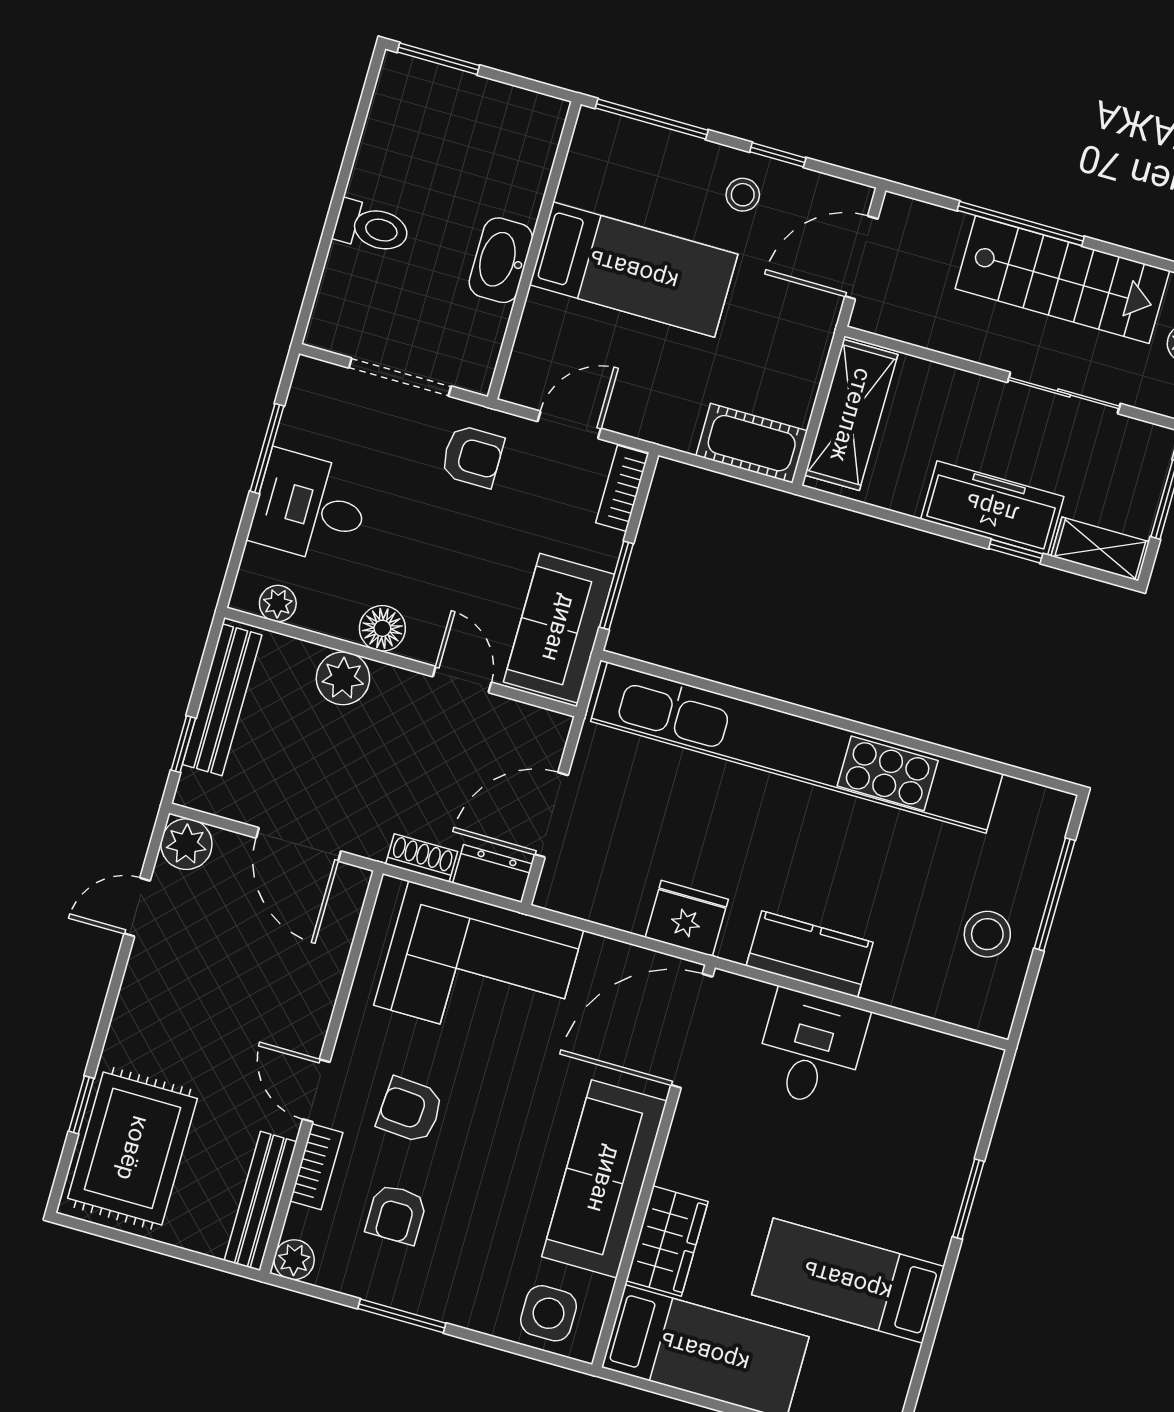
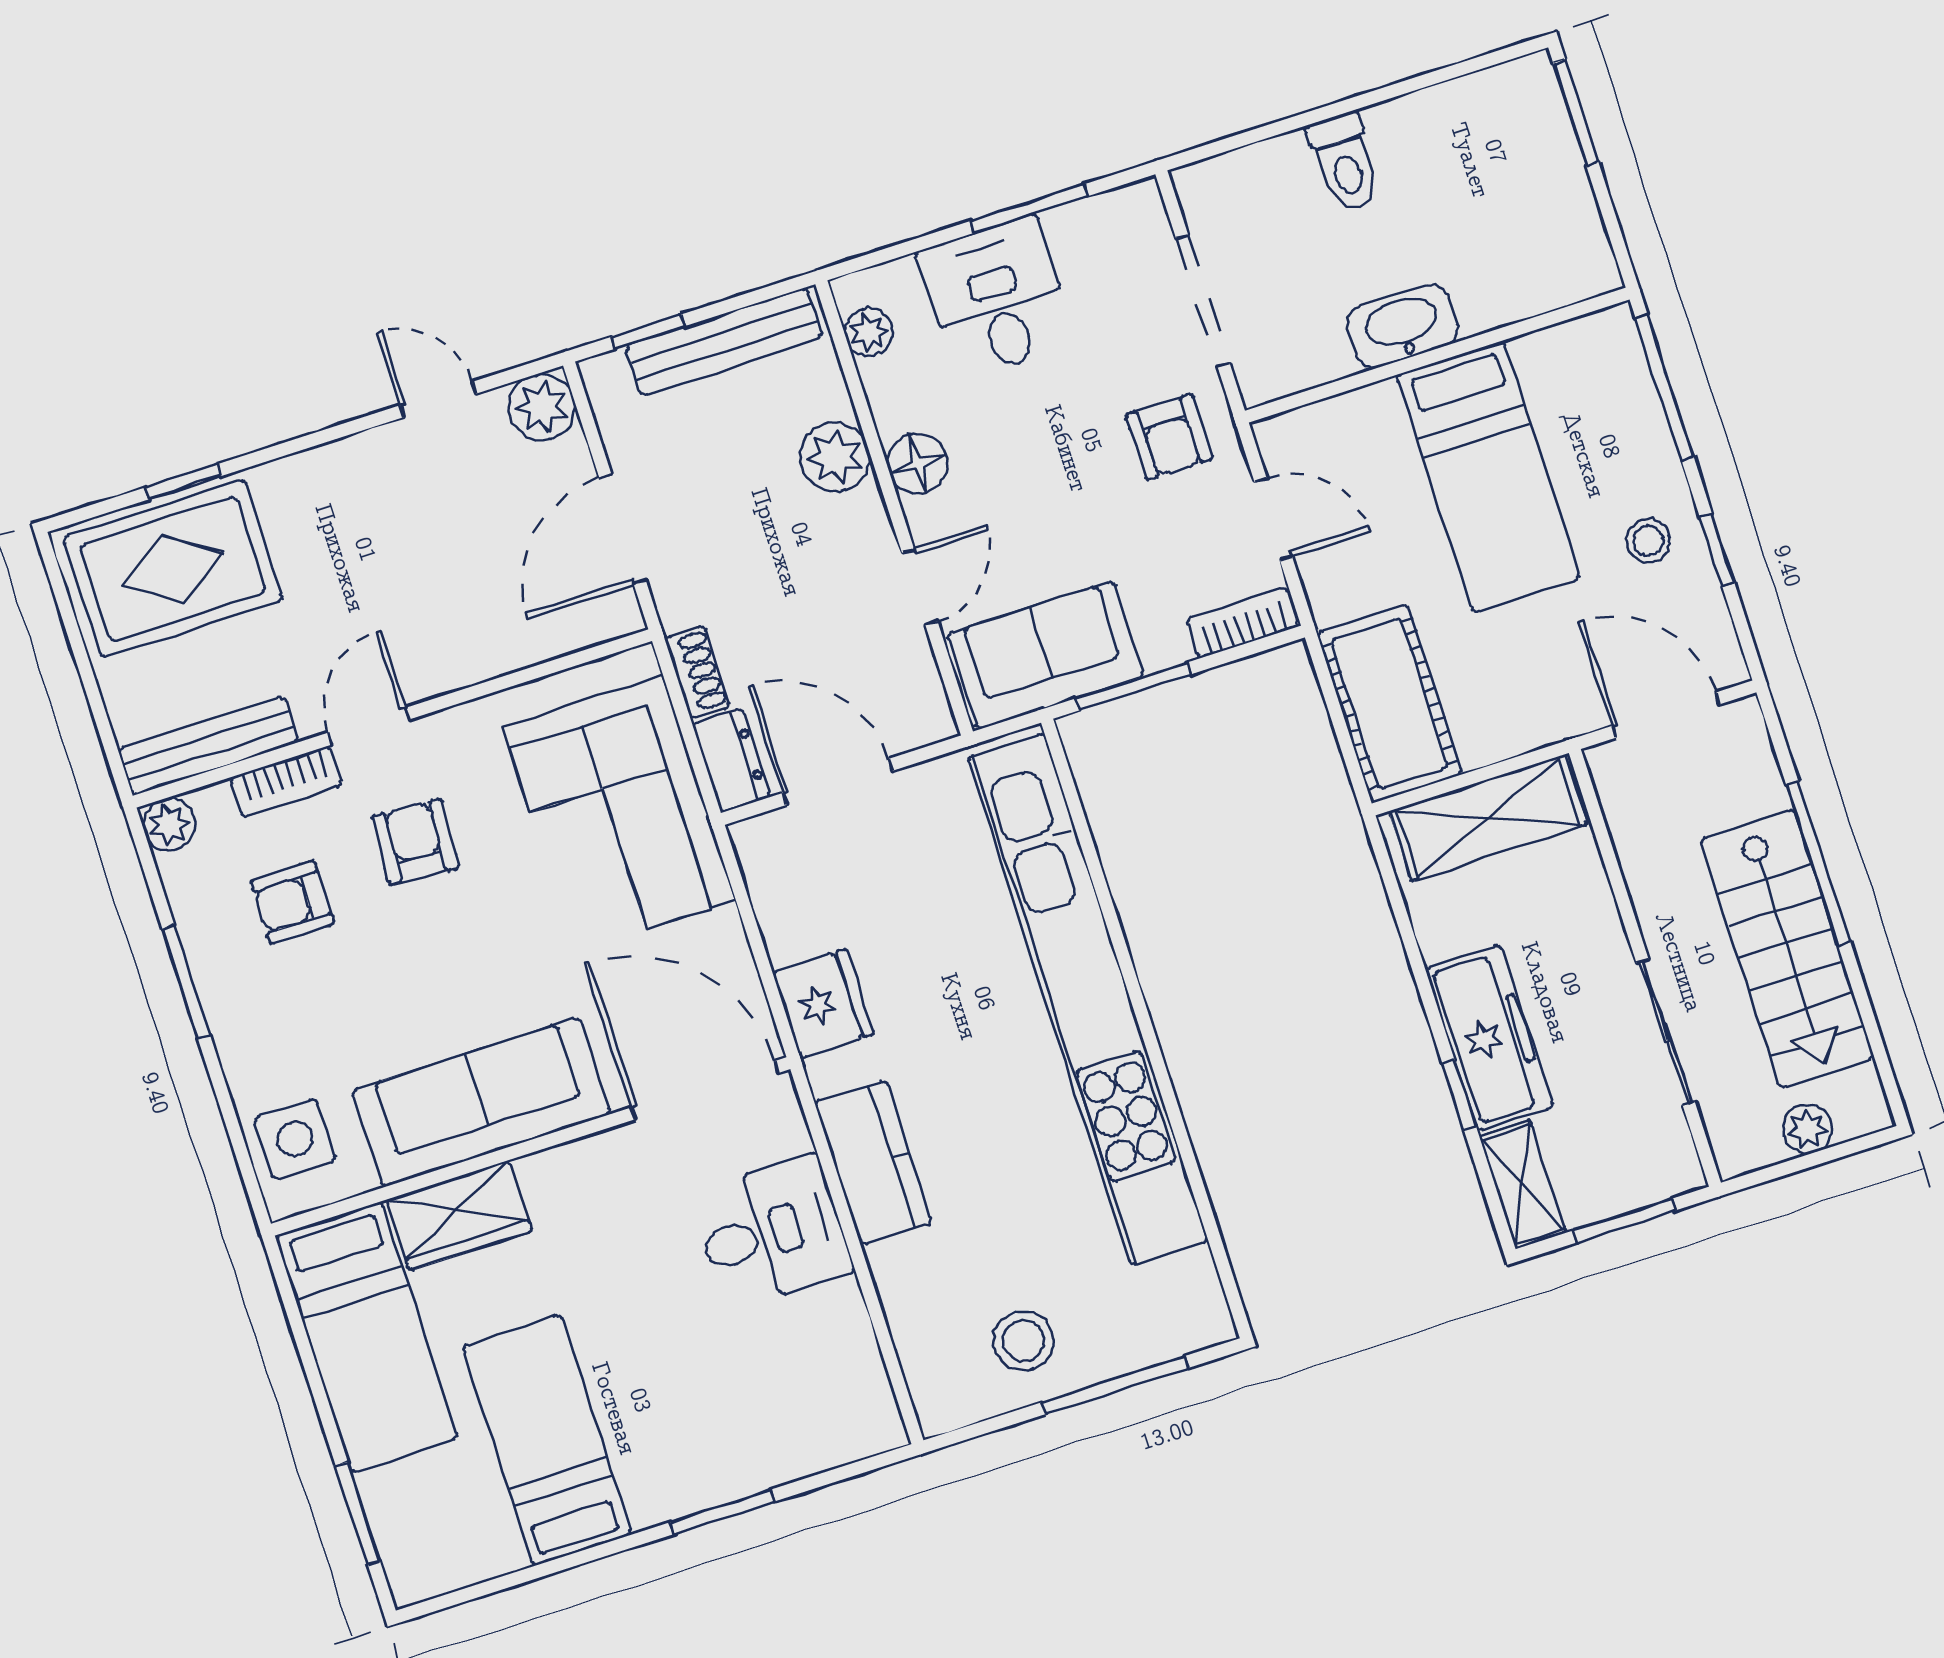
cot: (752, 443) -> (1389, 703), width x1.37, depth x1.34

